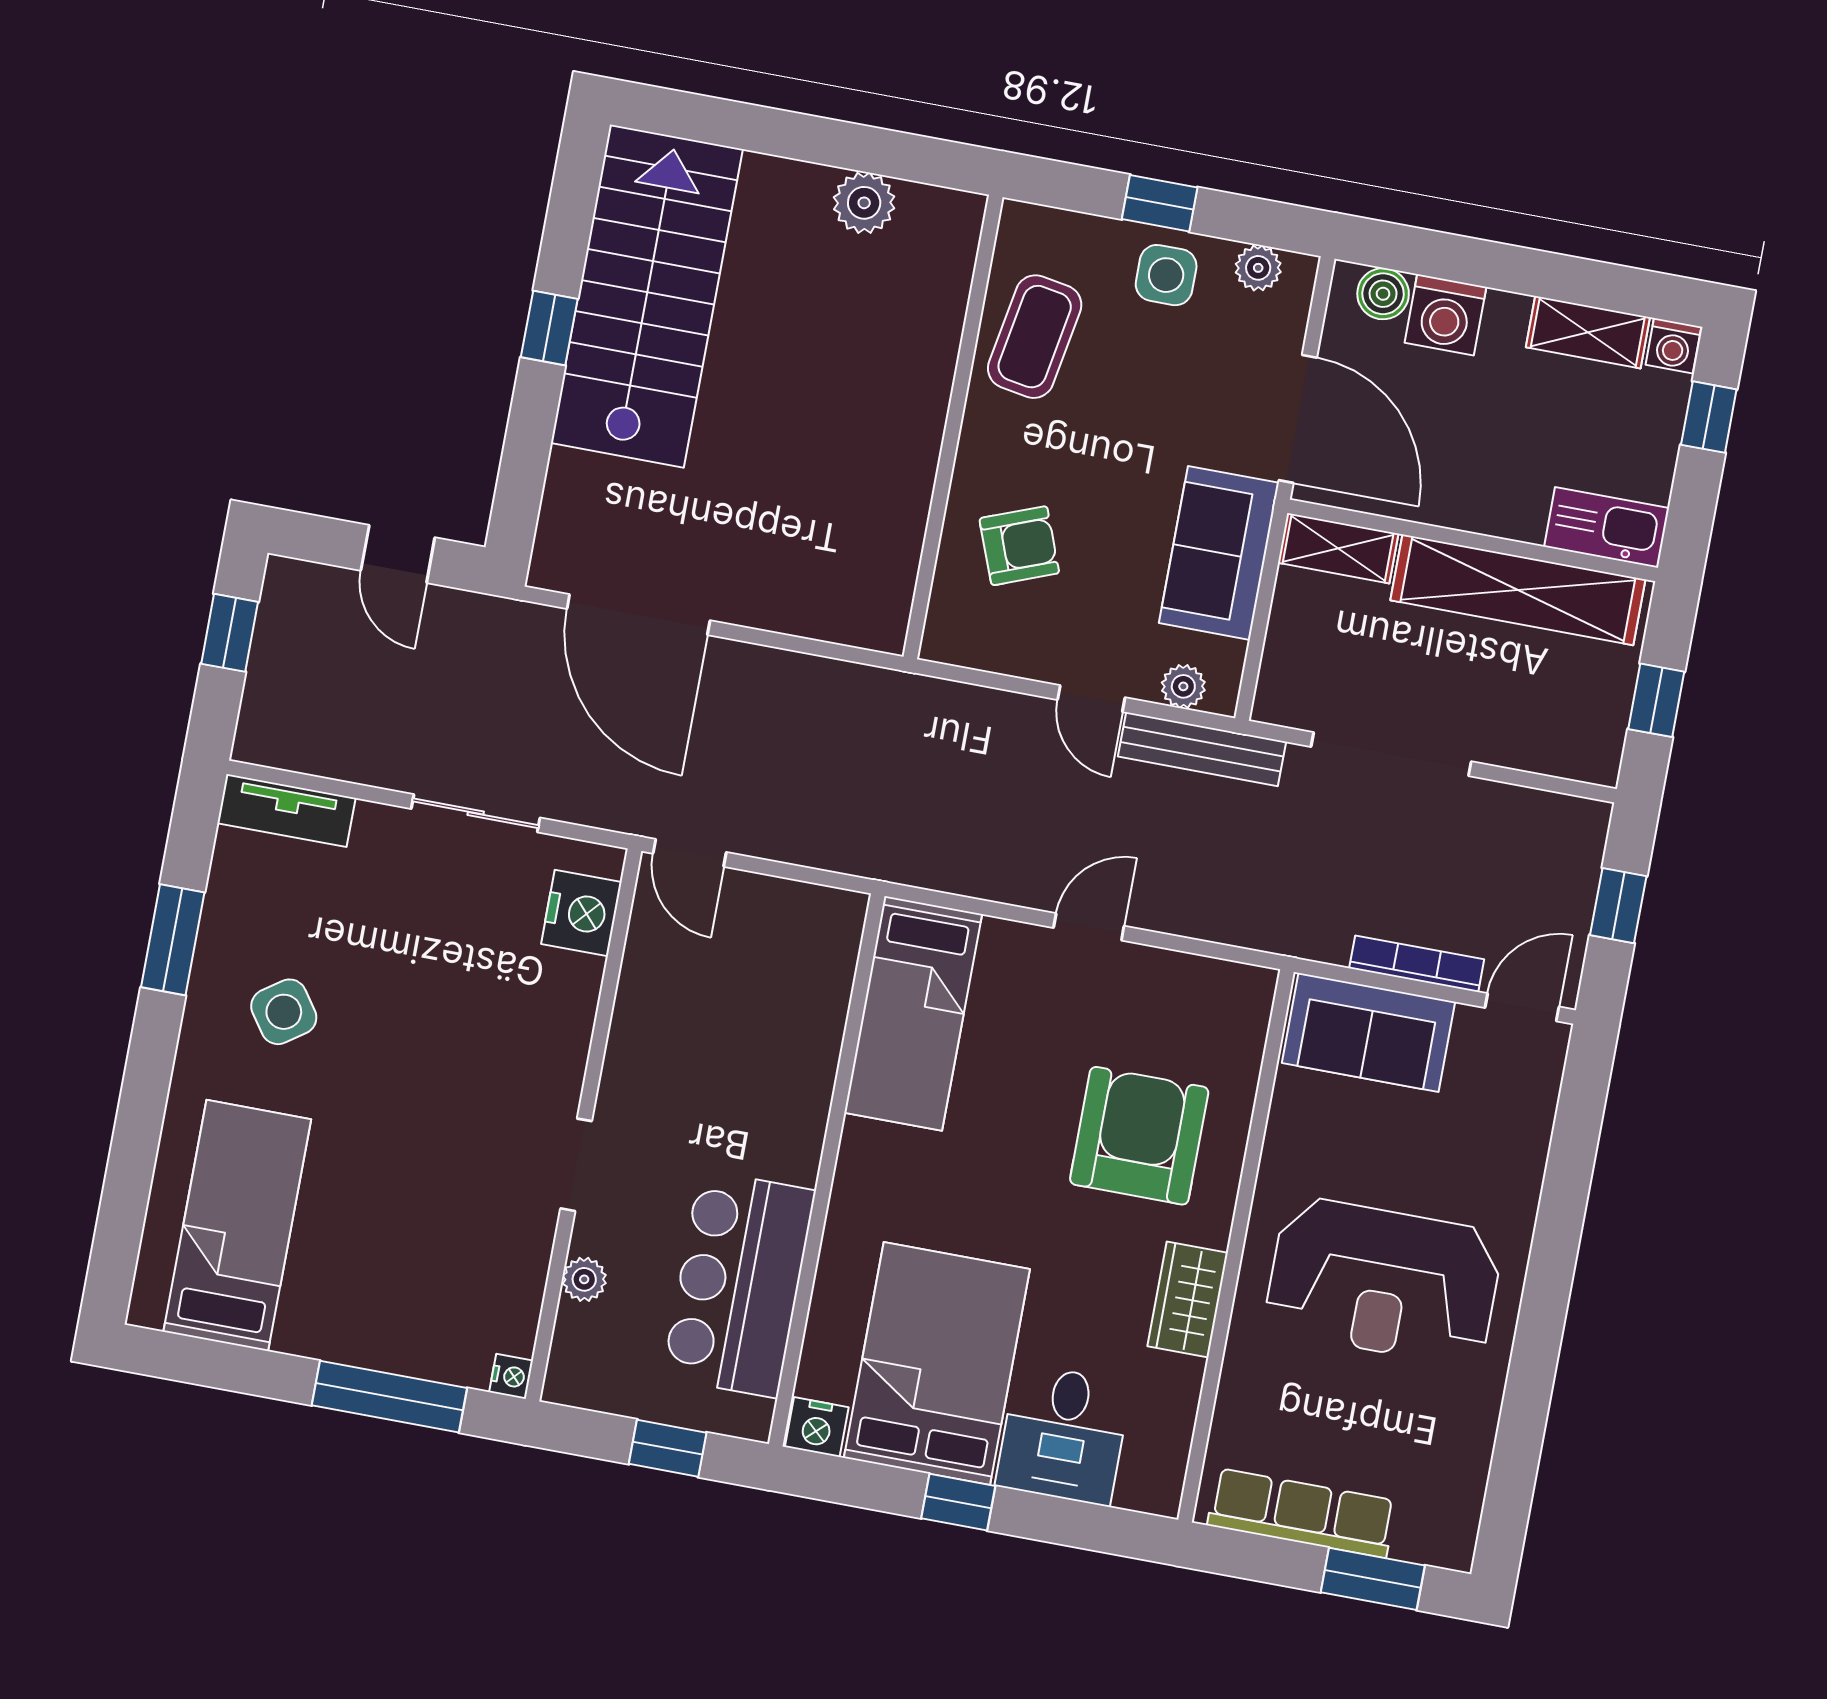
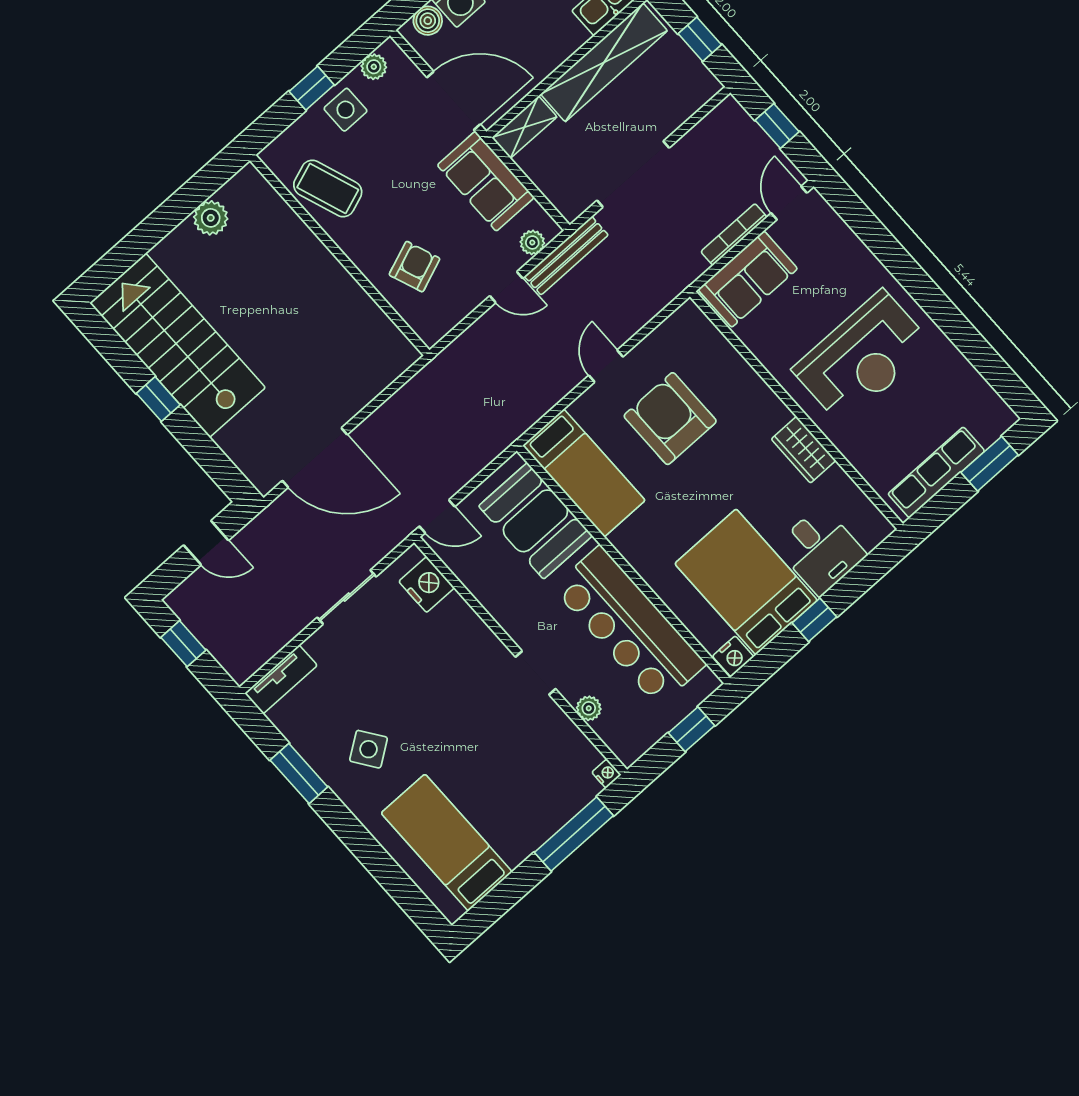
coffee table: (1035, 337) -> (328, 189), turned -30
booth: (792, 997) -> (535, 521), added
armchair: (1139, 1136) -> (670, 419), moved
bar counter: (739, 1284) -> (629, 626), width x1.36

